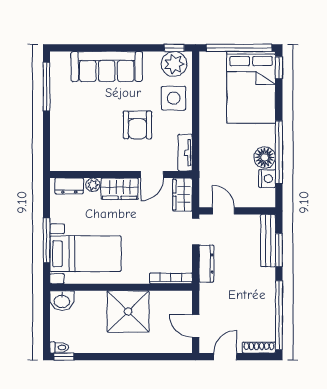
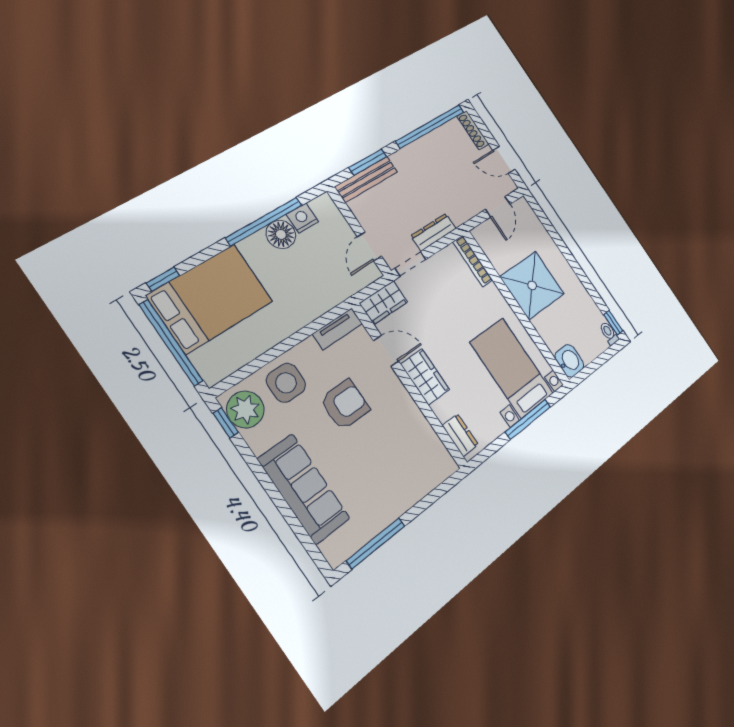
plant: (93, 185) -> (441, 410), removed

